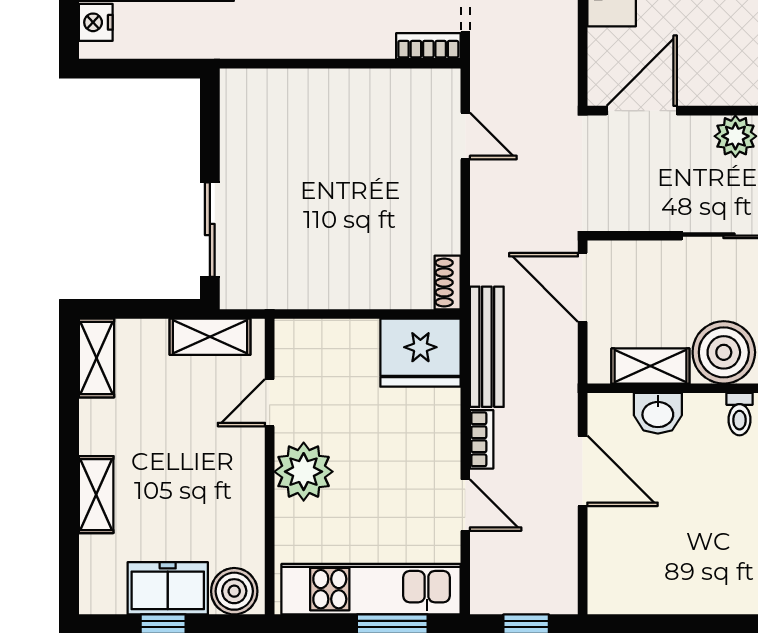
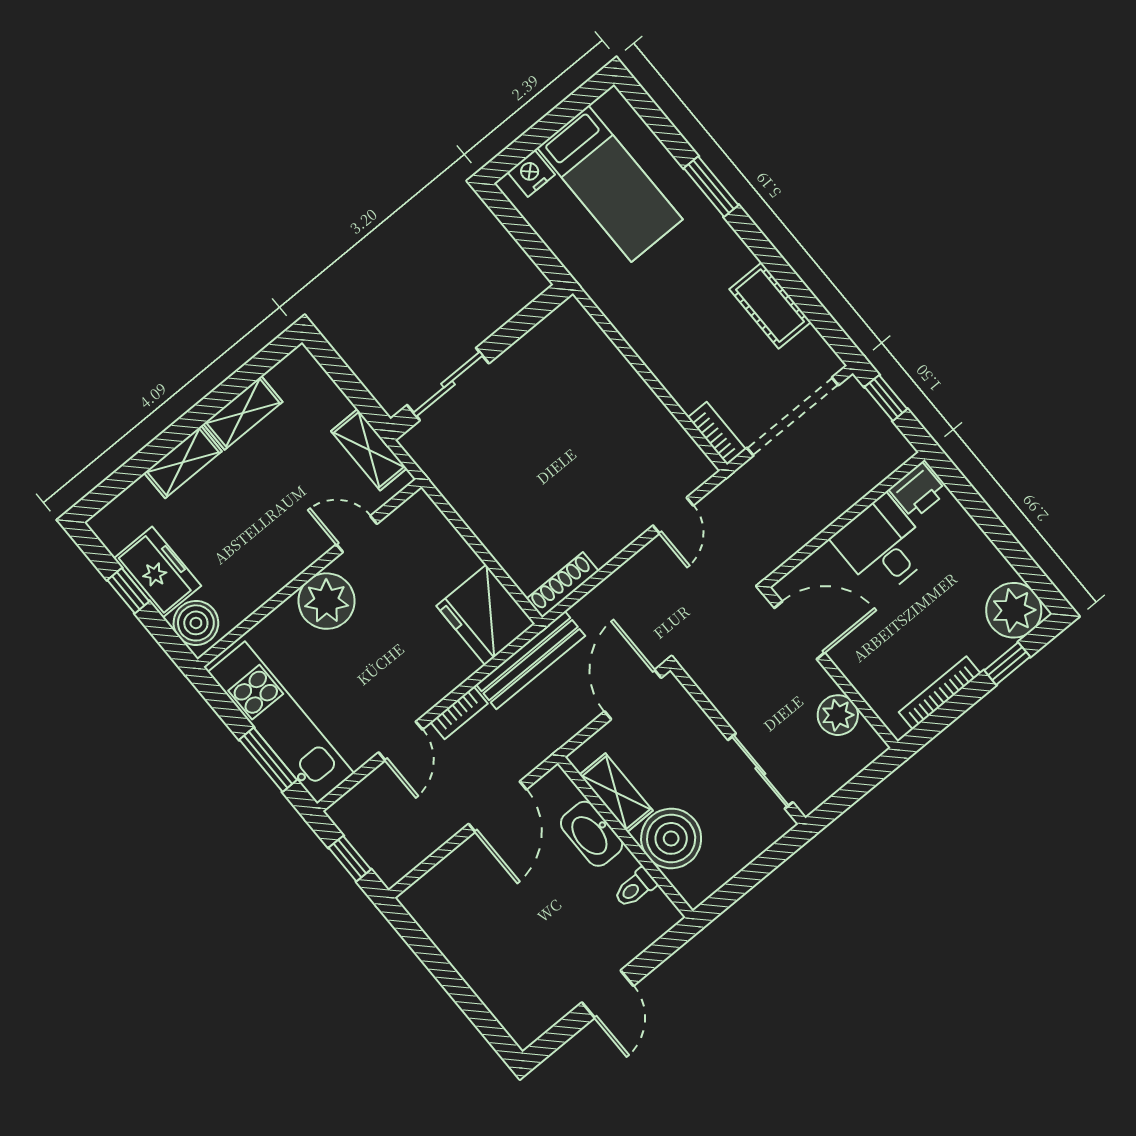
shoe rack: (448, 282) -> (563, 585), width x1.43
shelving: (96, 358) -> (243, 413), moved
washbasin: (658, 413) -> (592, 834), width x1.38

